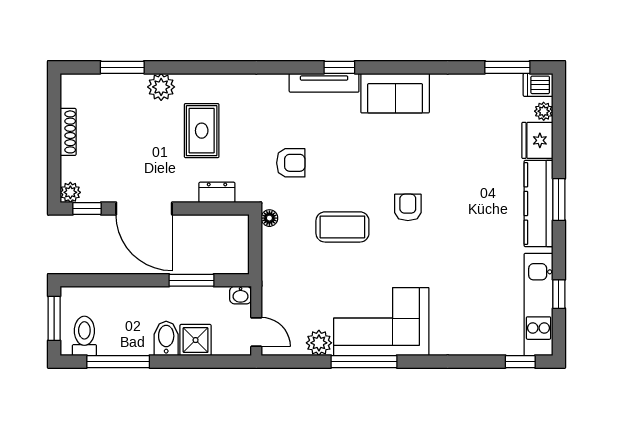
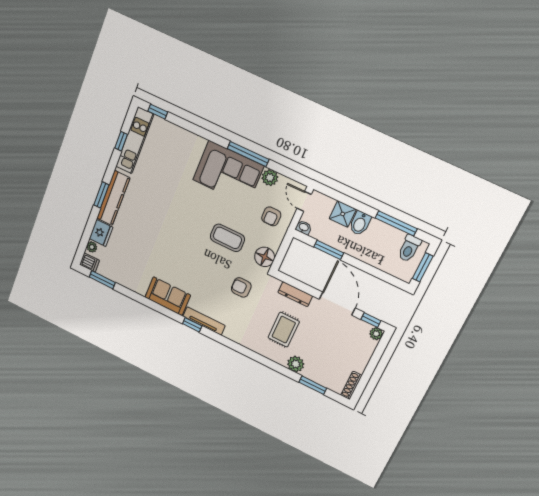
shoe rack: (68, 132) -> (351, 385), moved
dresser: (217, 192) -> (295, 294), width x1.44
armchair: (408, 207) -> (271, 216), moved
floor lamp: (269, 218) -> (265, 257), width x1.89, depth x1.89

